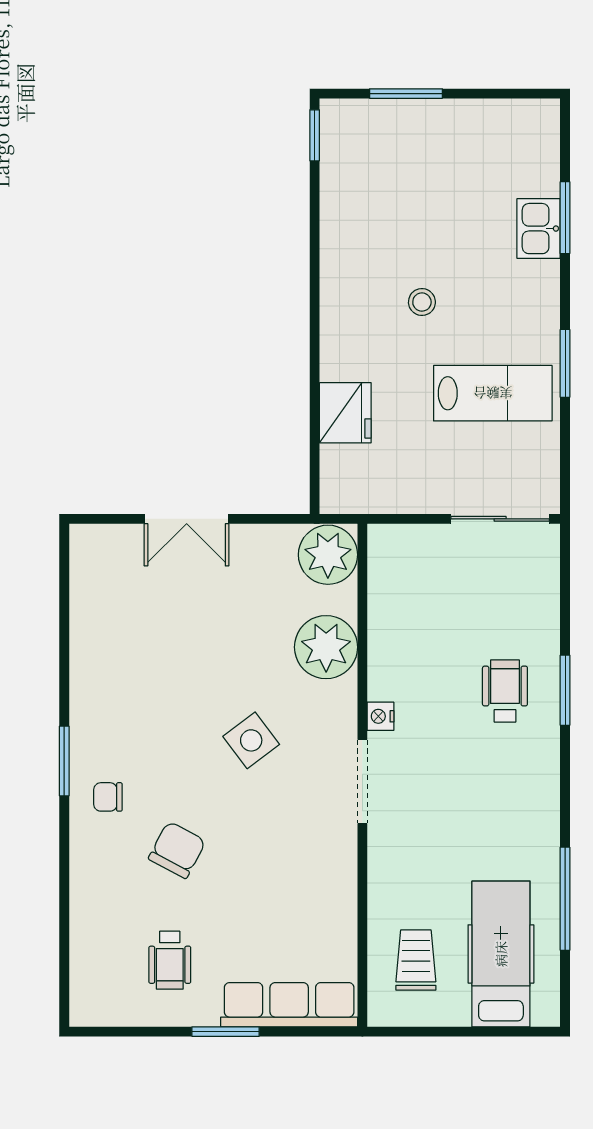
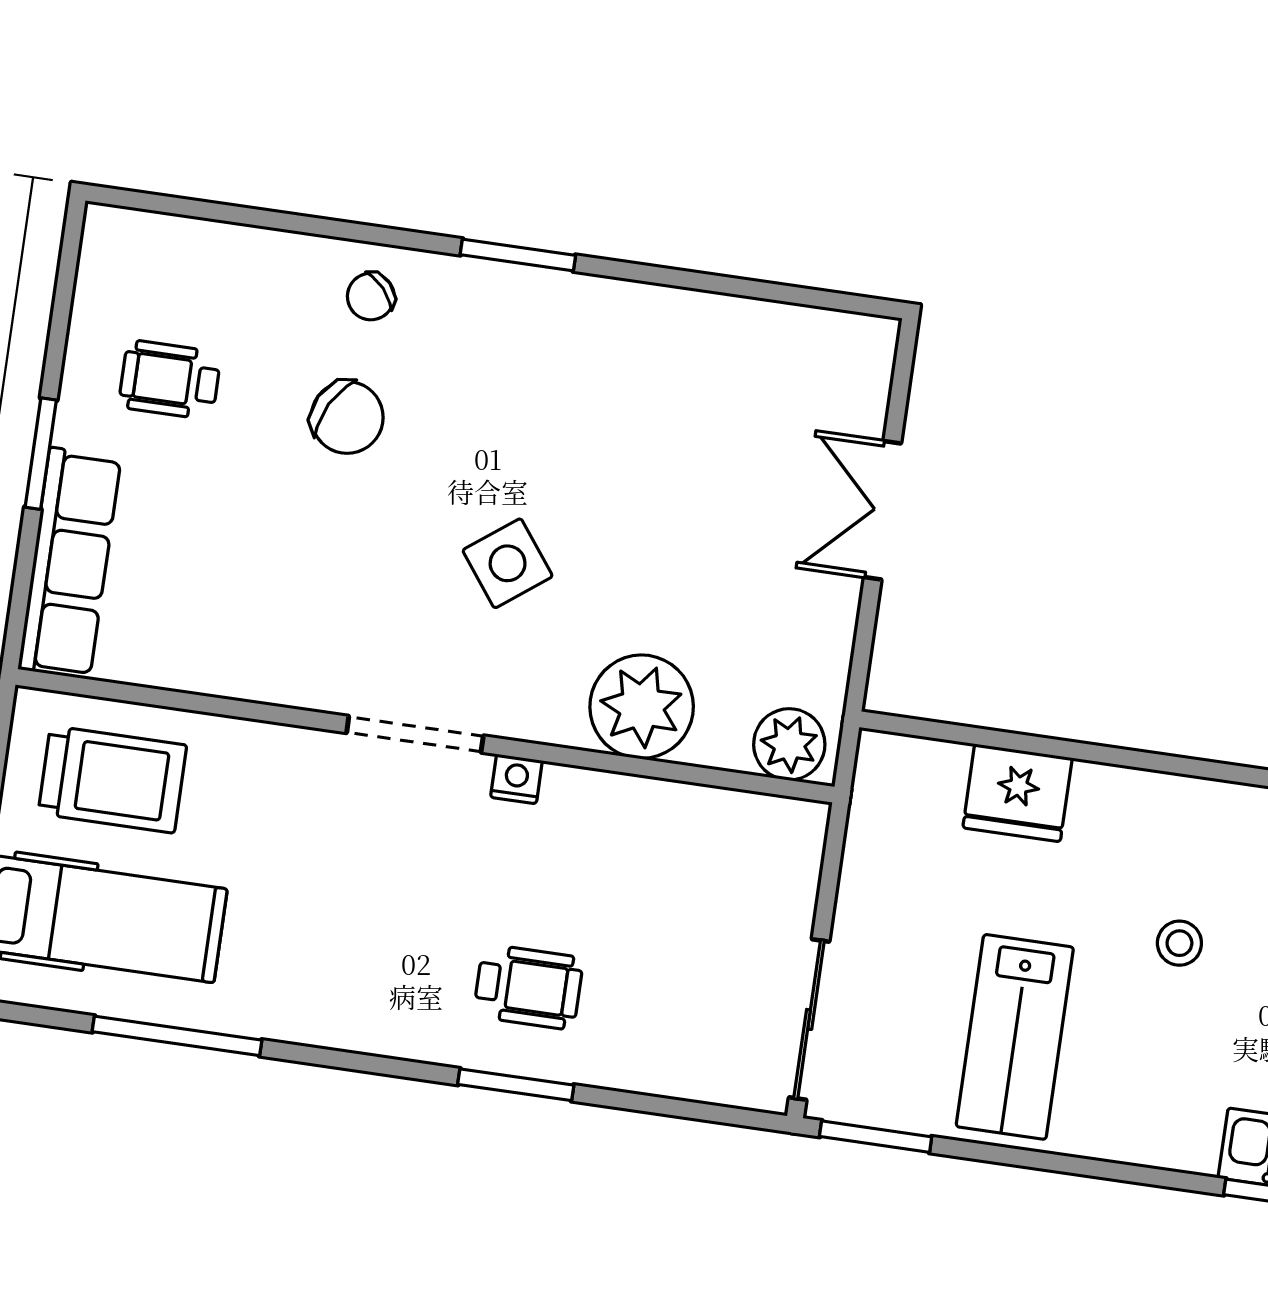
window: (565, 363) -> (876, 1137), moved
plant: (328, 555) -> (789, 744), width x0.73, depth x0.73
chair: (108, 797) -> (371, 296), moved, turned -132
trolley: (416, 960) -> (112, 779), width x1.36, depth x1.39

